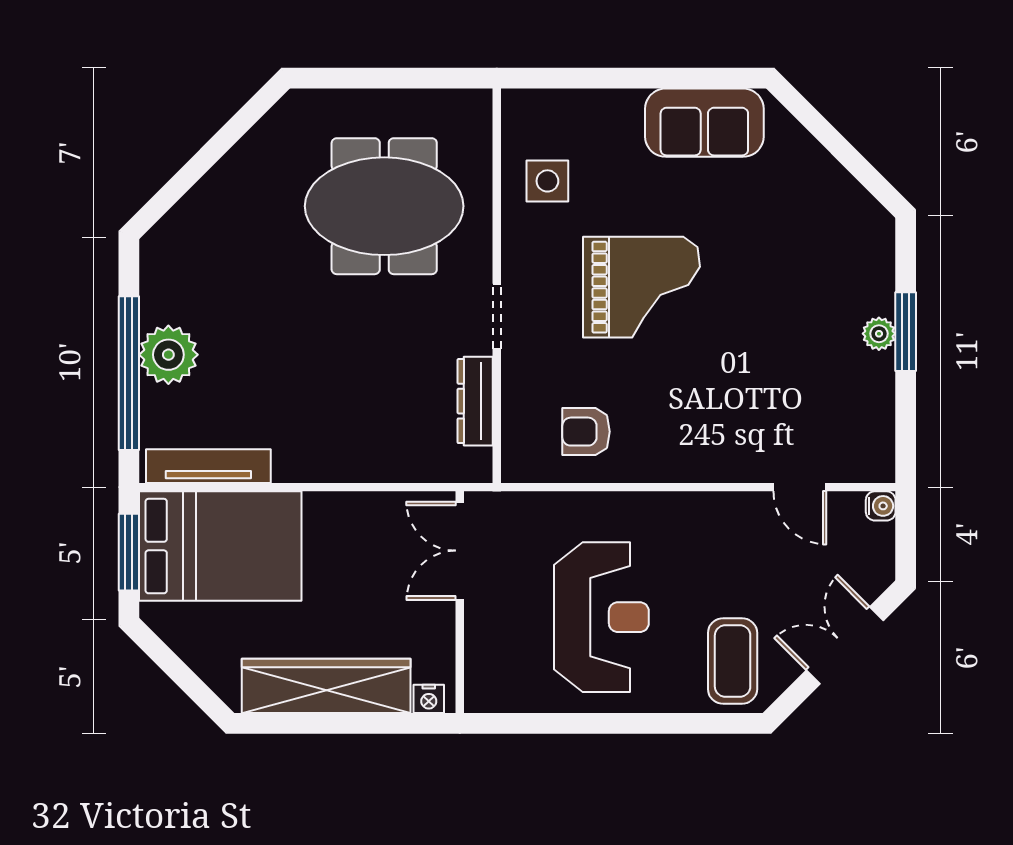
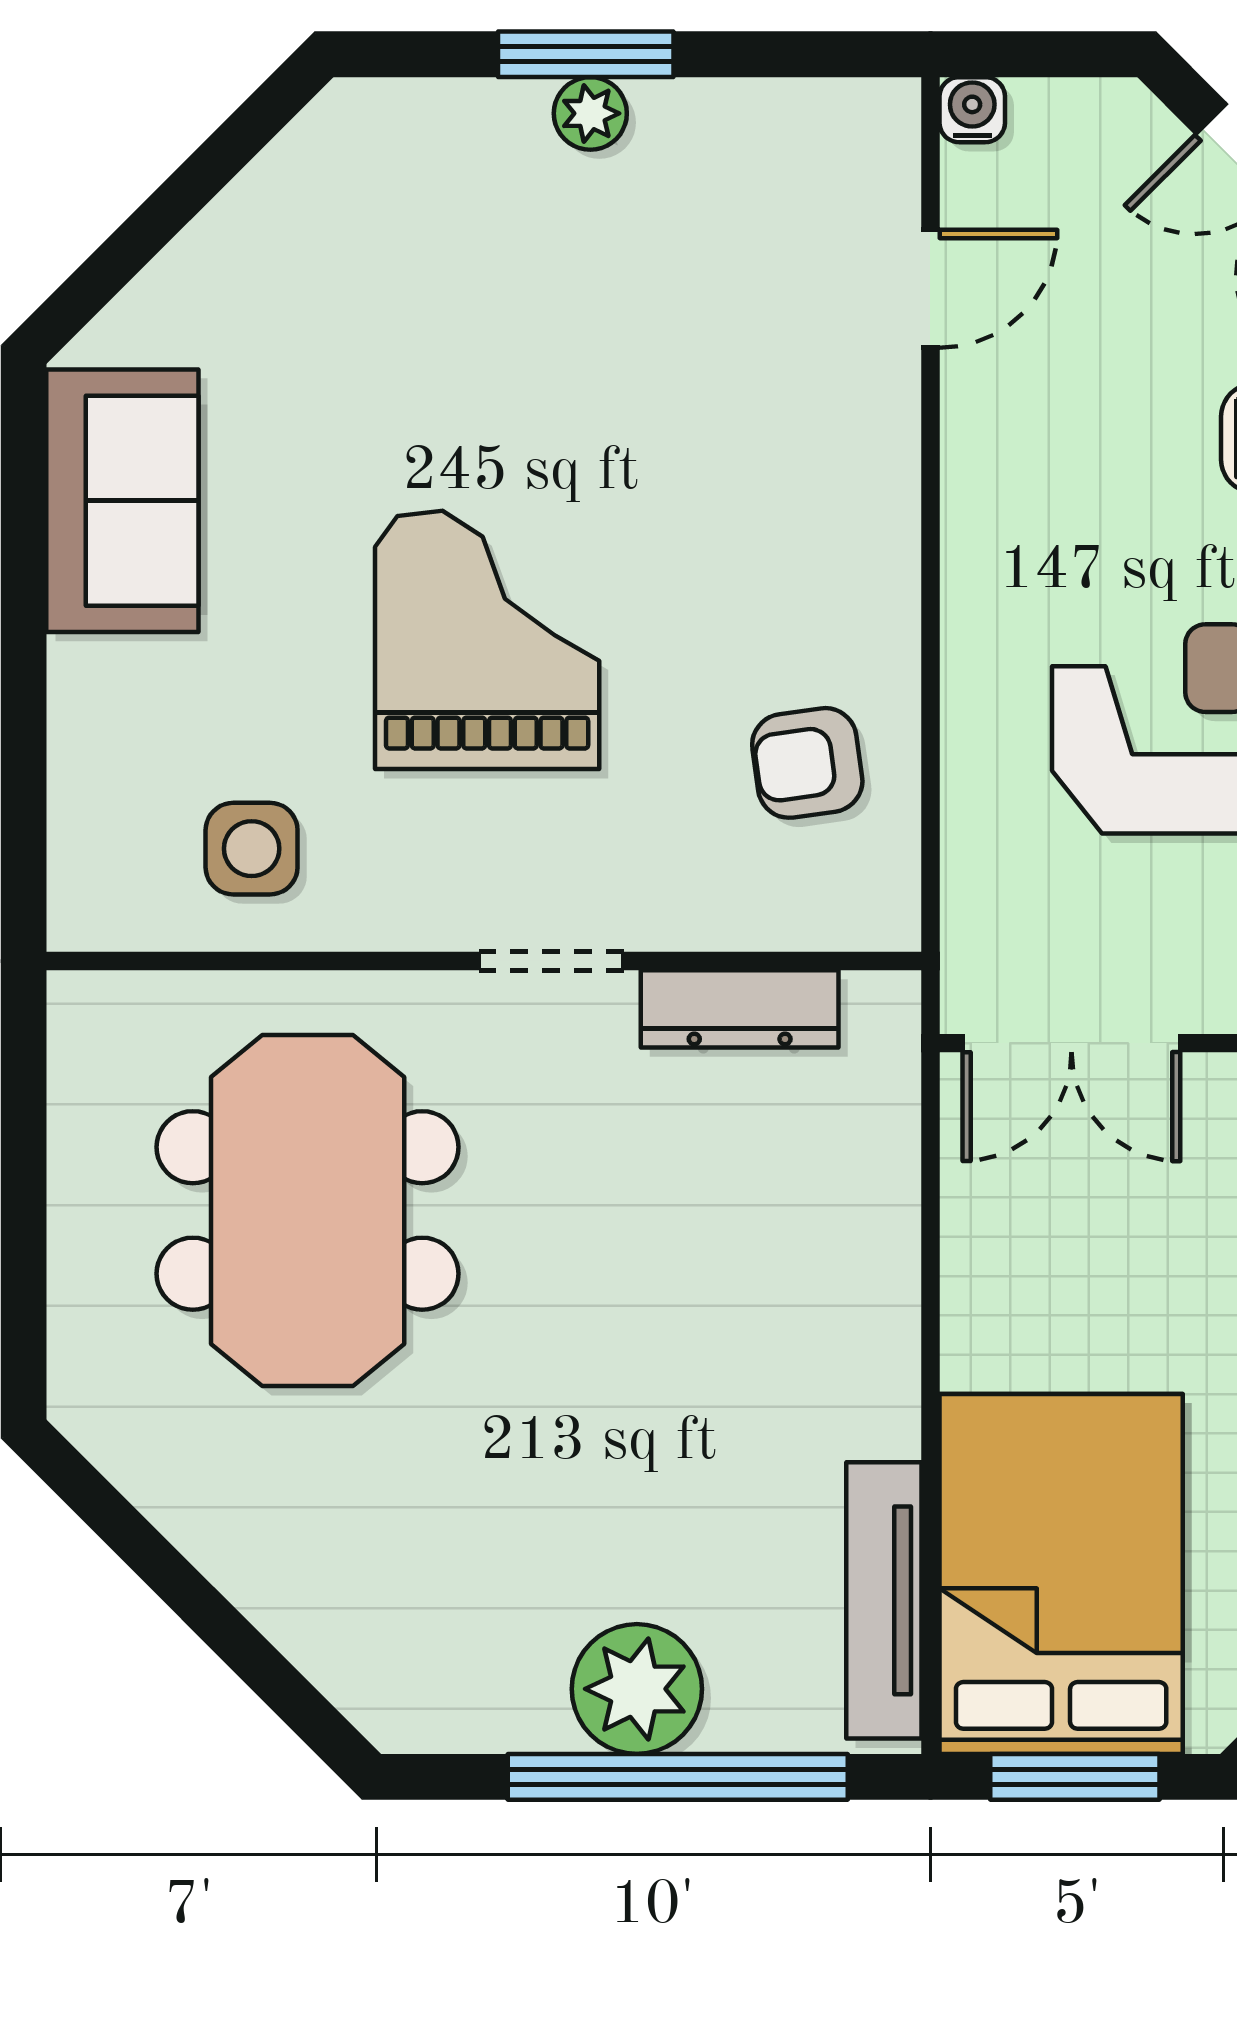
armchair: (586, 432) -> (807, 763), turned 82

